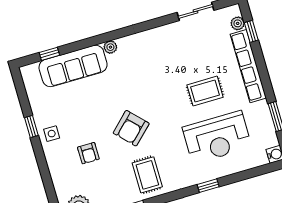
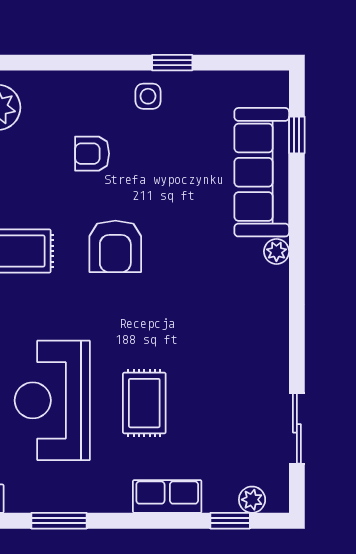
row of seats: (248, 66) -> (167, 496), width x0.50
armchair: (131, 128) -> (115, 246), turned -136

